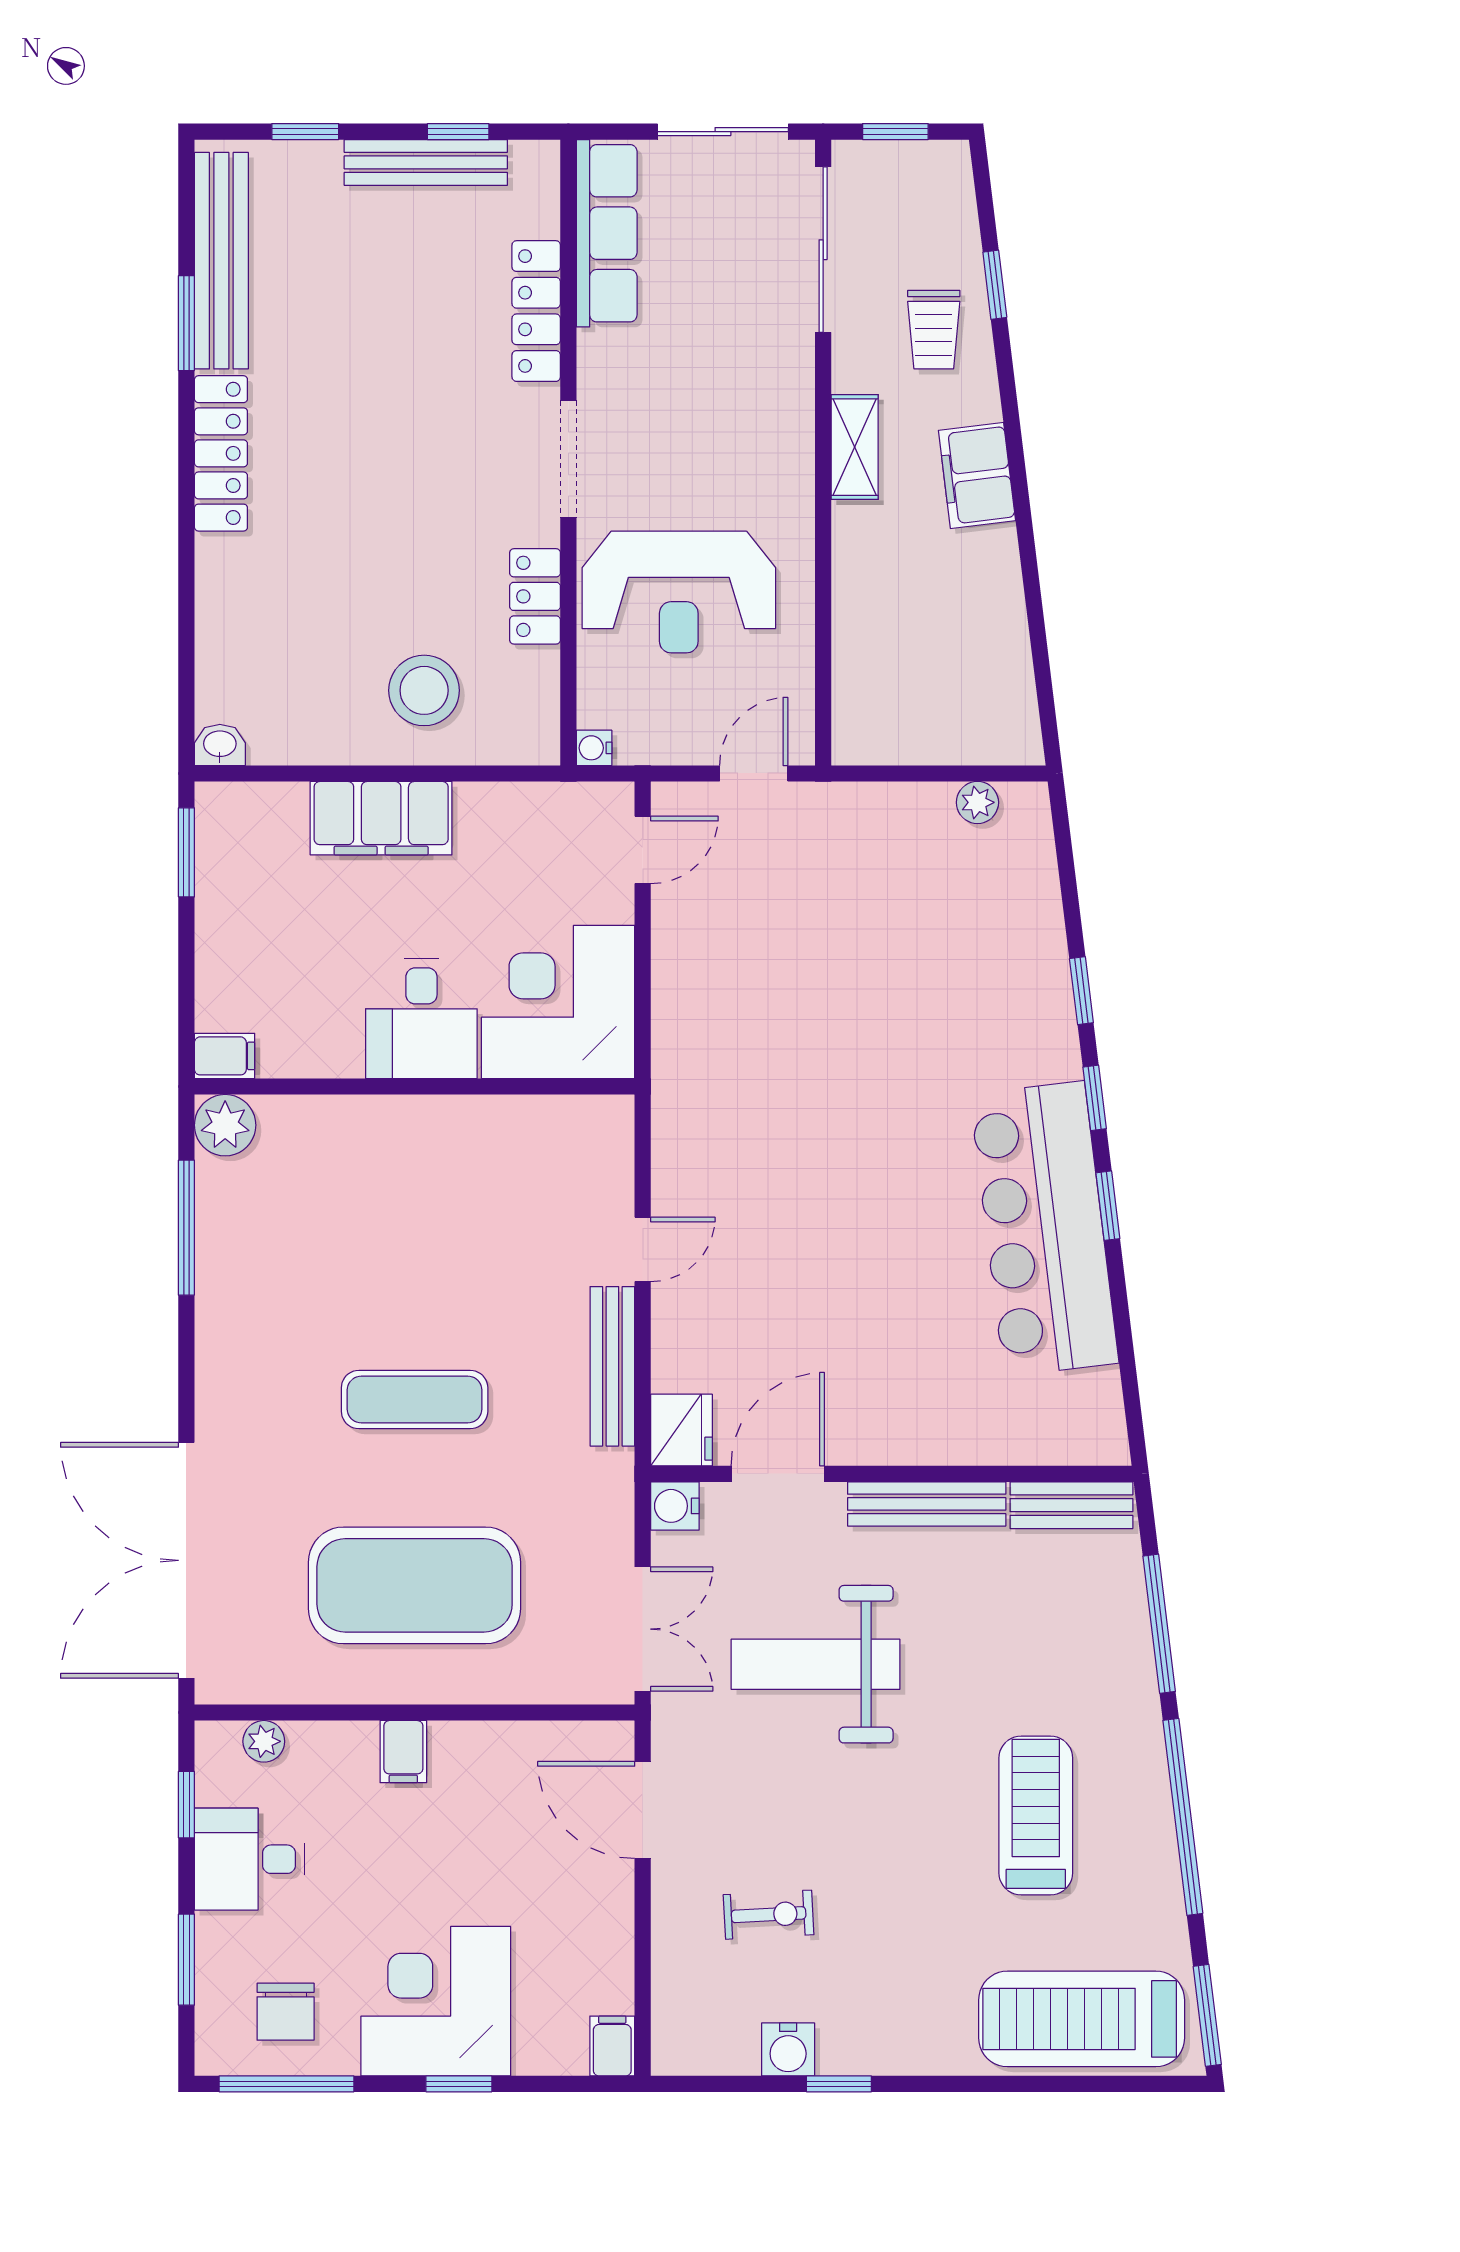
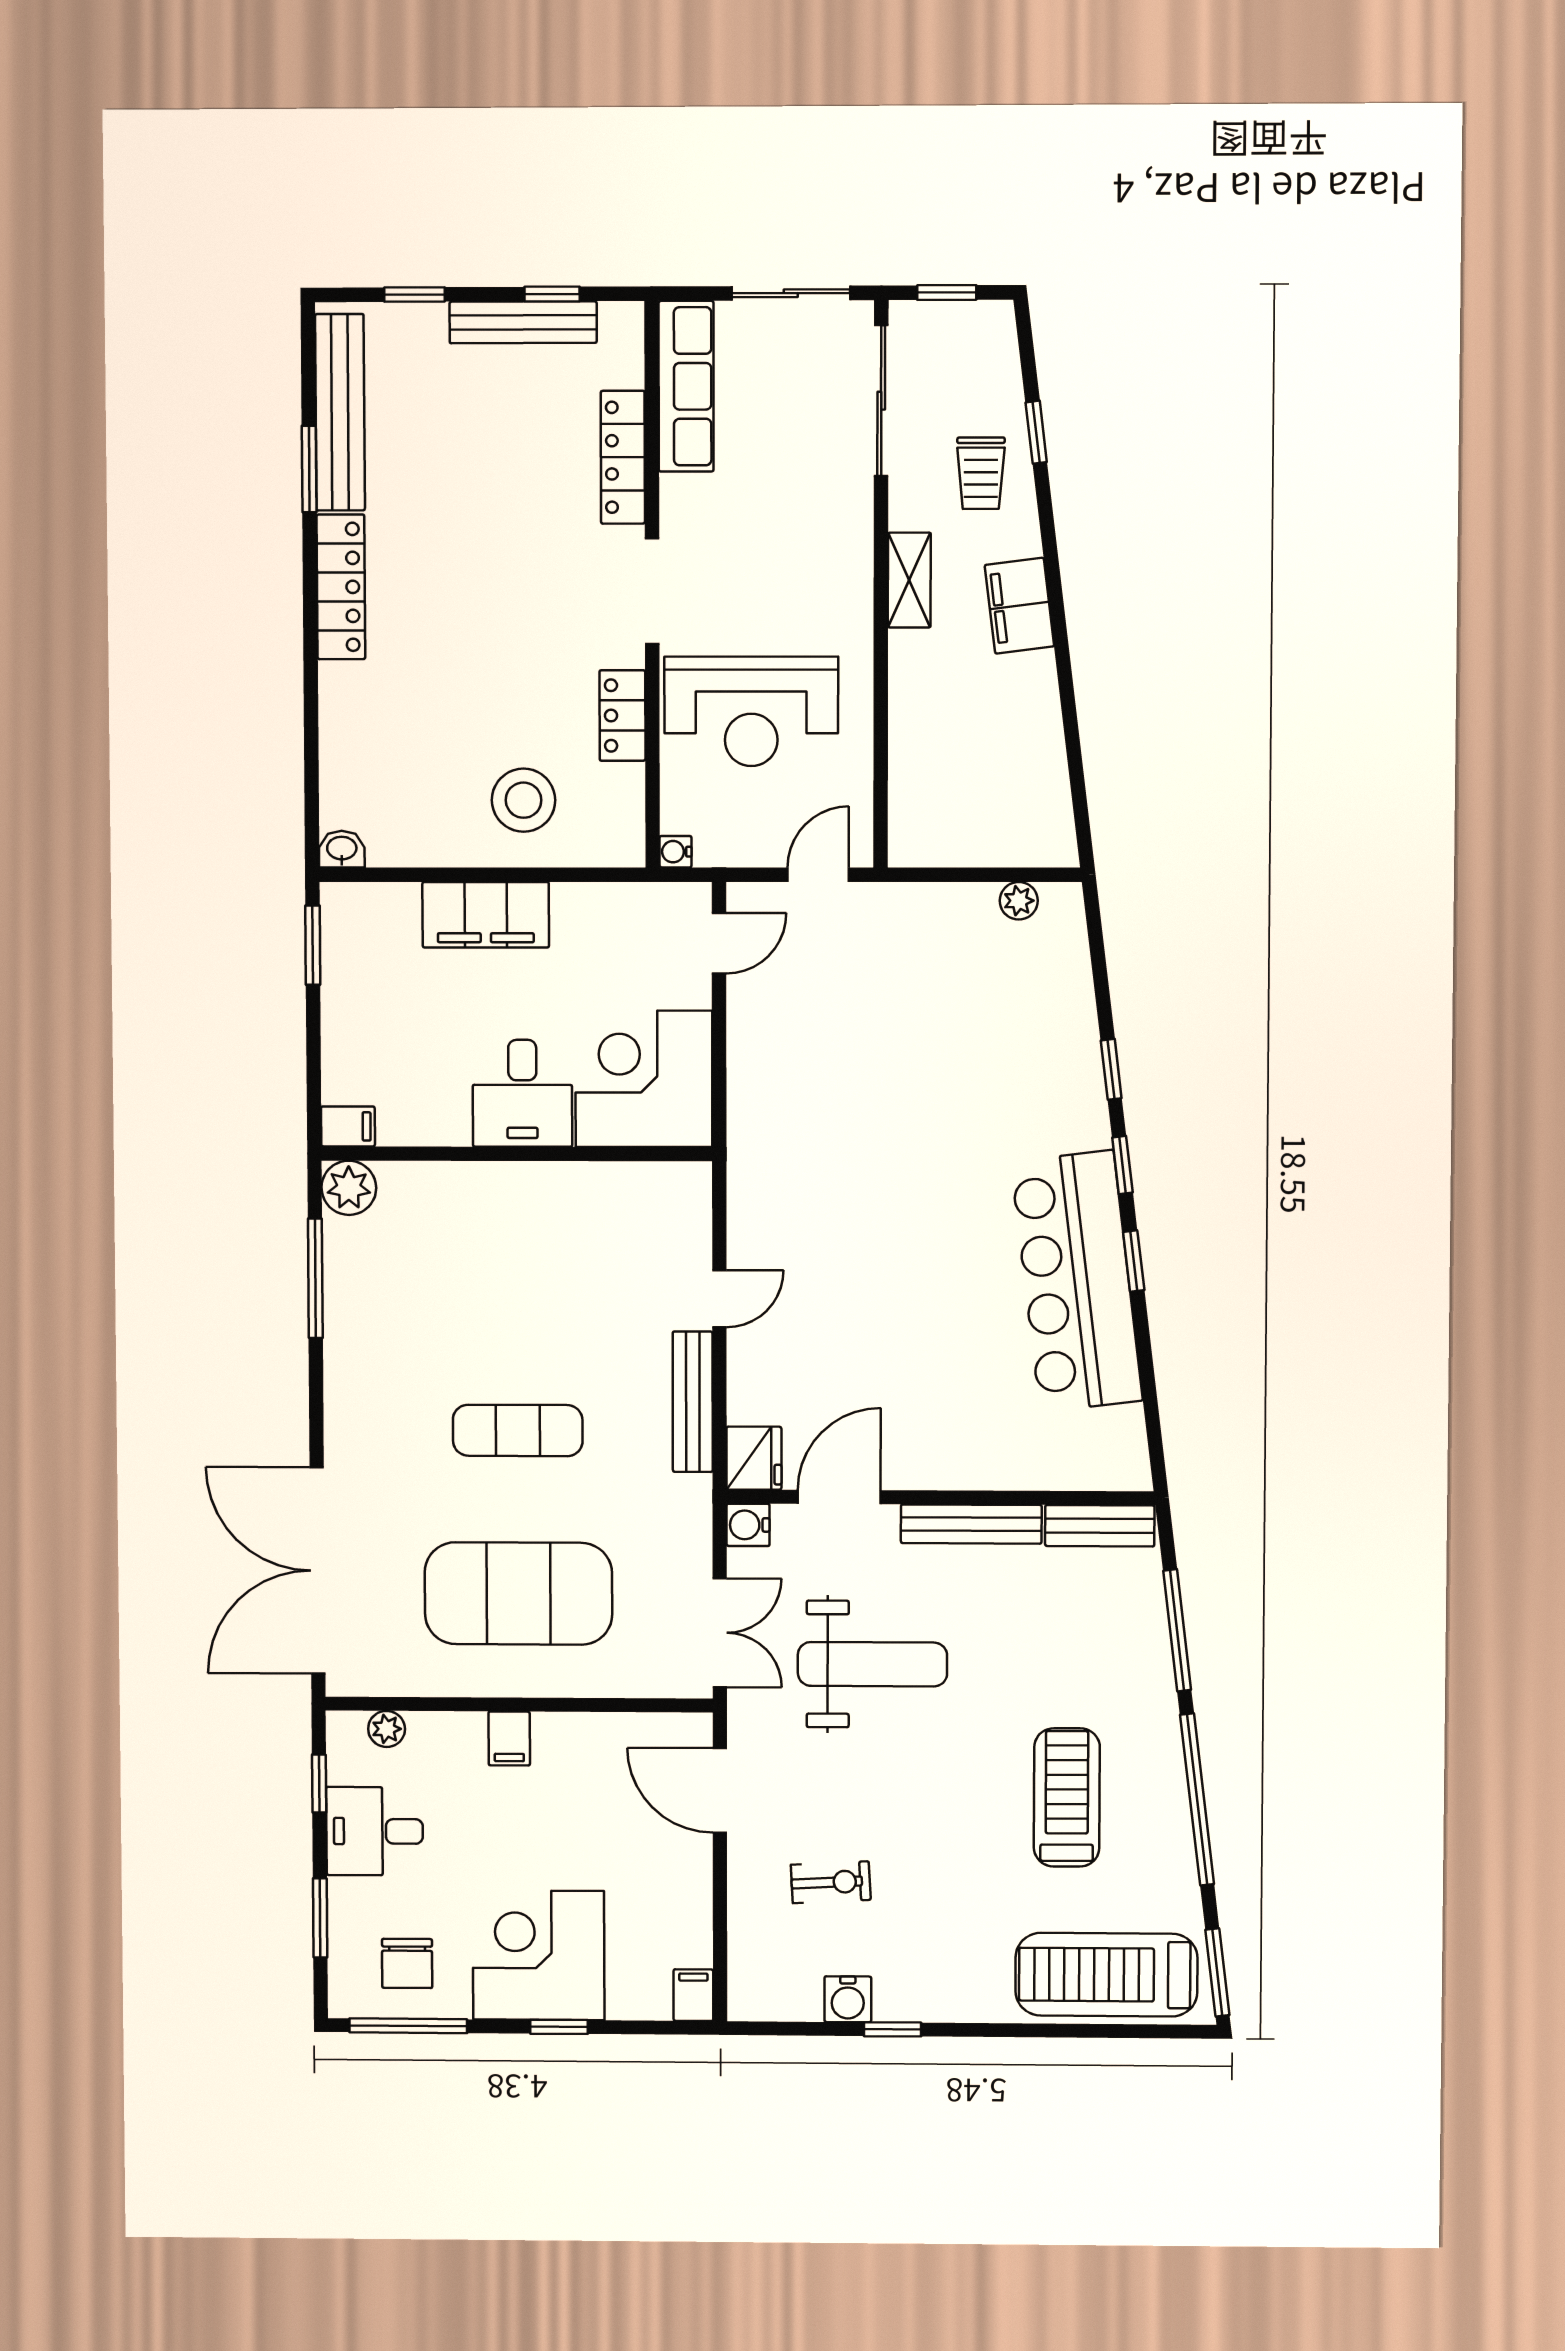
weight bench: (816, 1664) -> (872, 1664), turned 180

